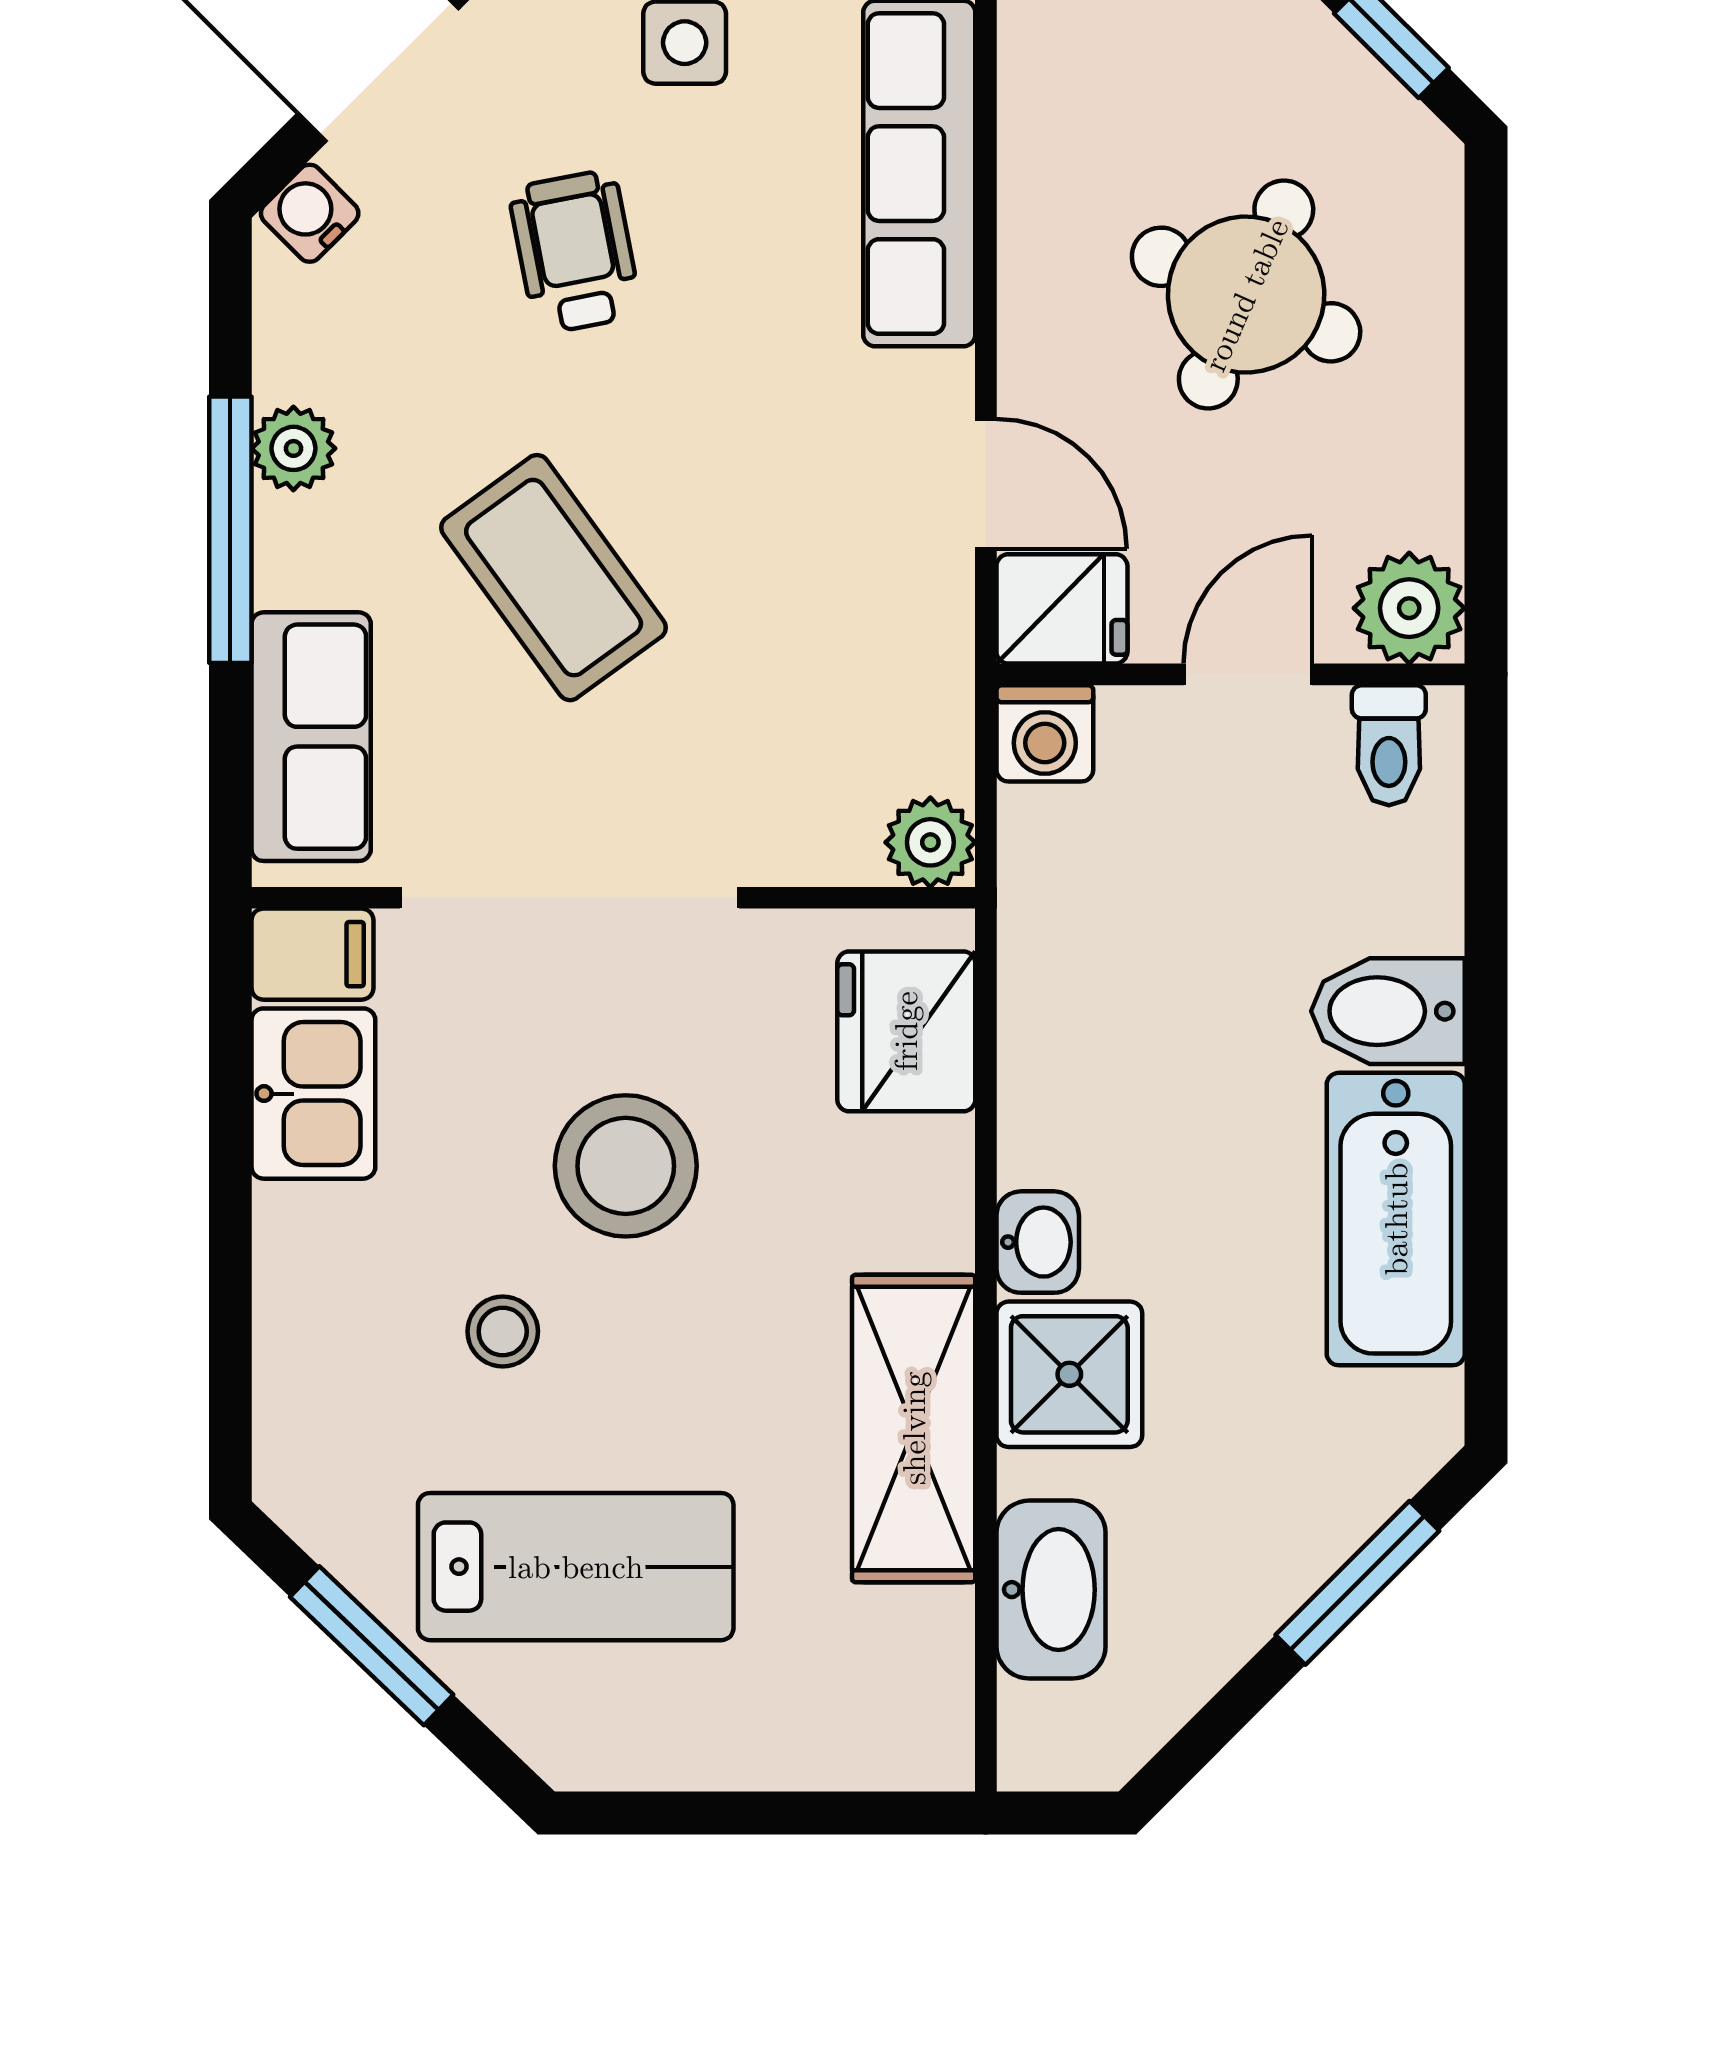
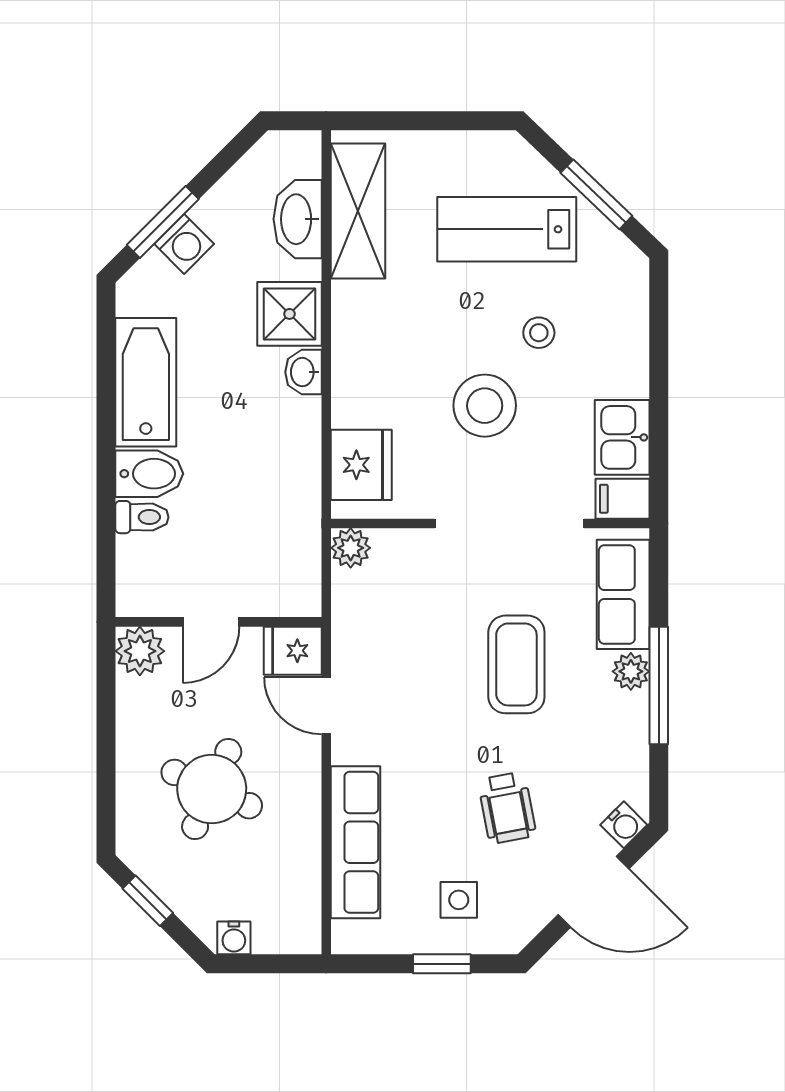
plant: (293, 448) -> (631, 671), moved
coffee table: (554, 578) -> (516, 664), turned 36
washing machine: (1045, 733) -> (184, 244), moved, turned 135
toilet: (1389, 745) -> (142, 517), moved, turned 90
shelving: (914, 1428) -> (358, 211), moved

